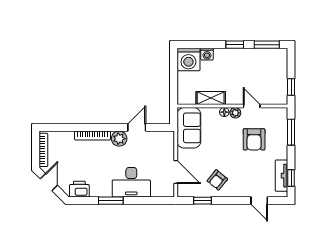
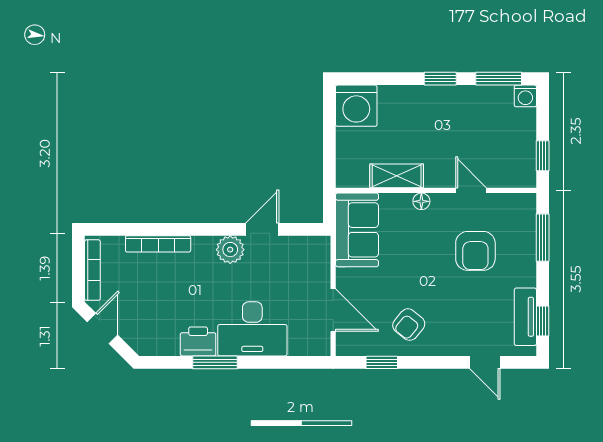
washing machine: (207, 54) -> (525, 96), moved
plant: (235, 113) -> (441, 203), removed
bookcase: (92, 136) -> (158, 244), moved
printer: (79, 189) -> (198, 341), moved

